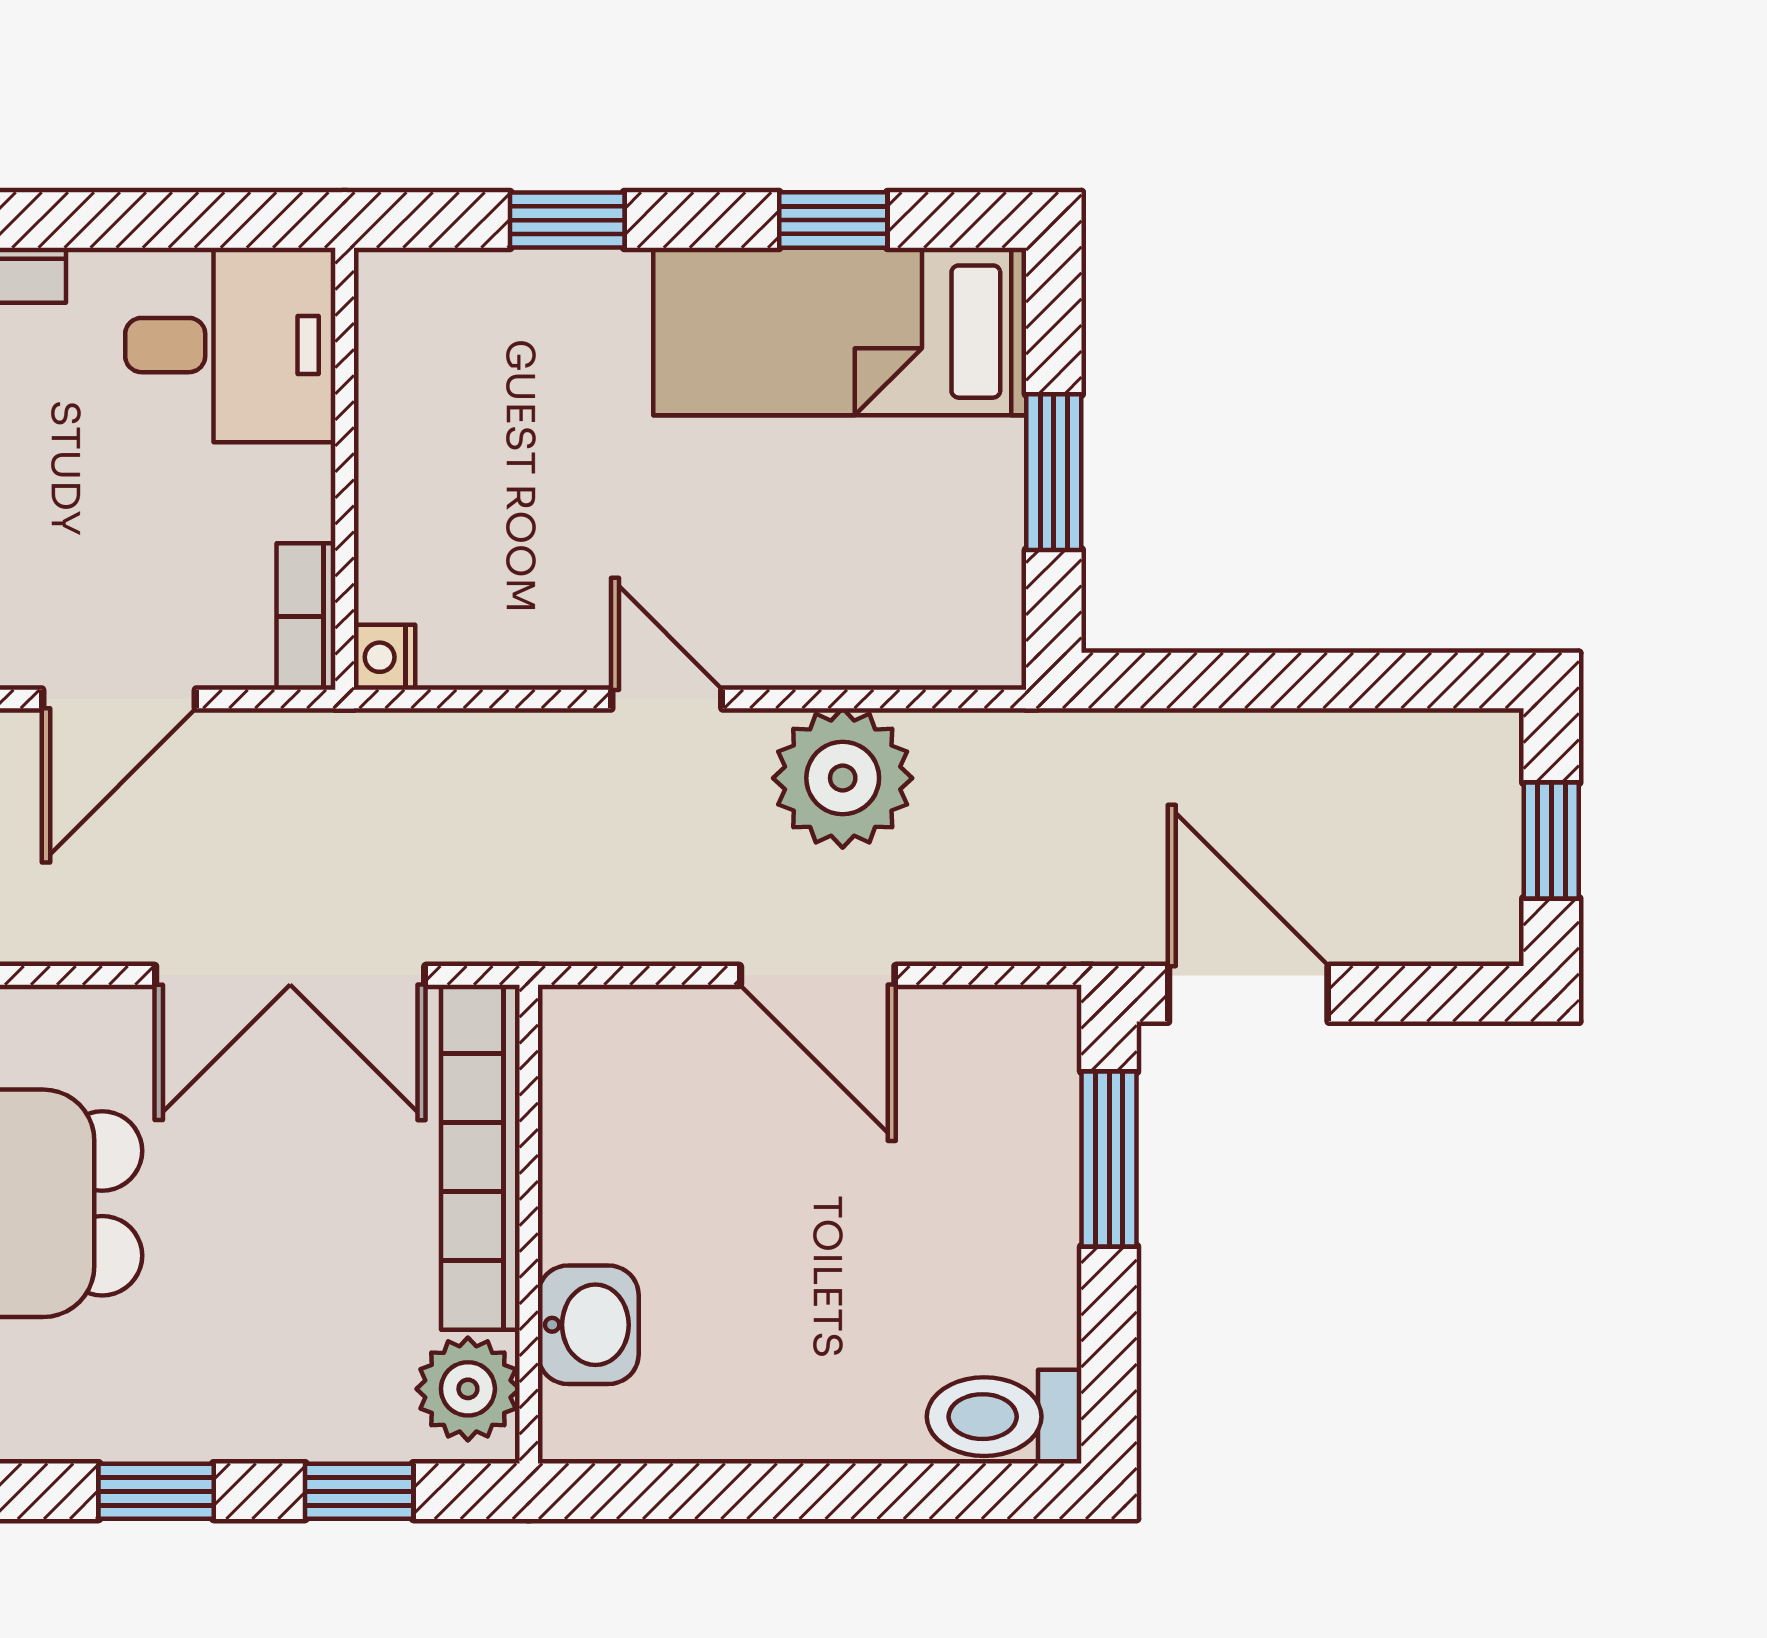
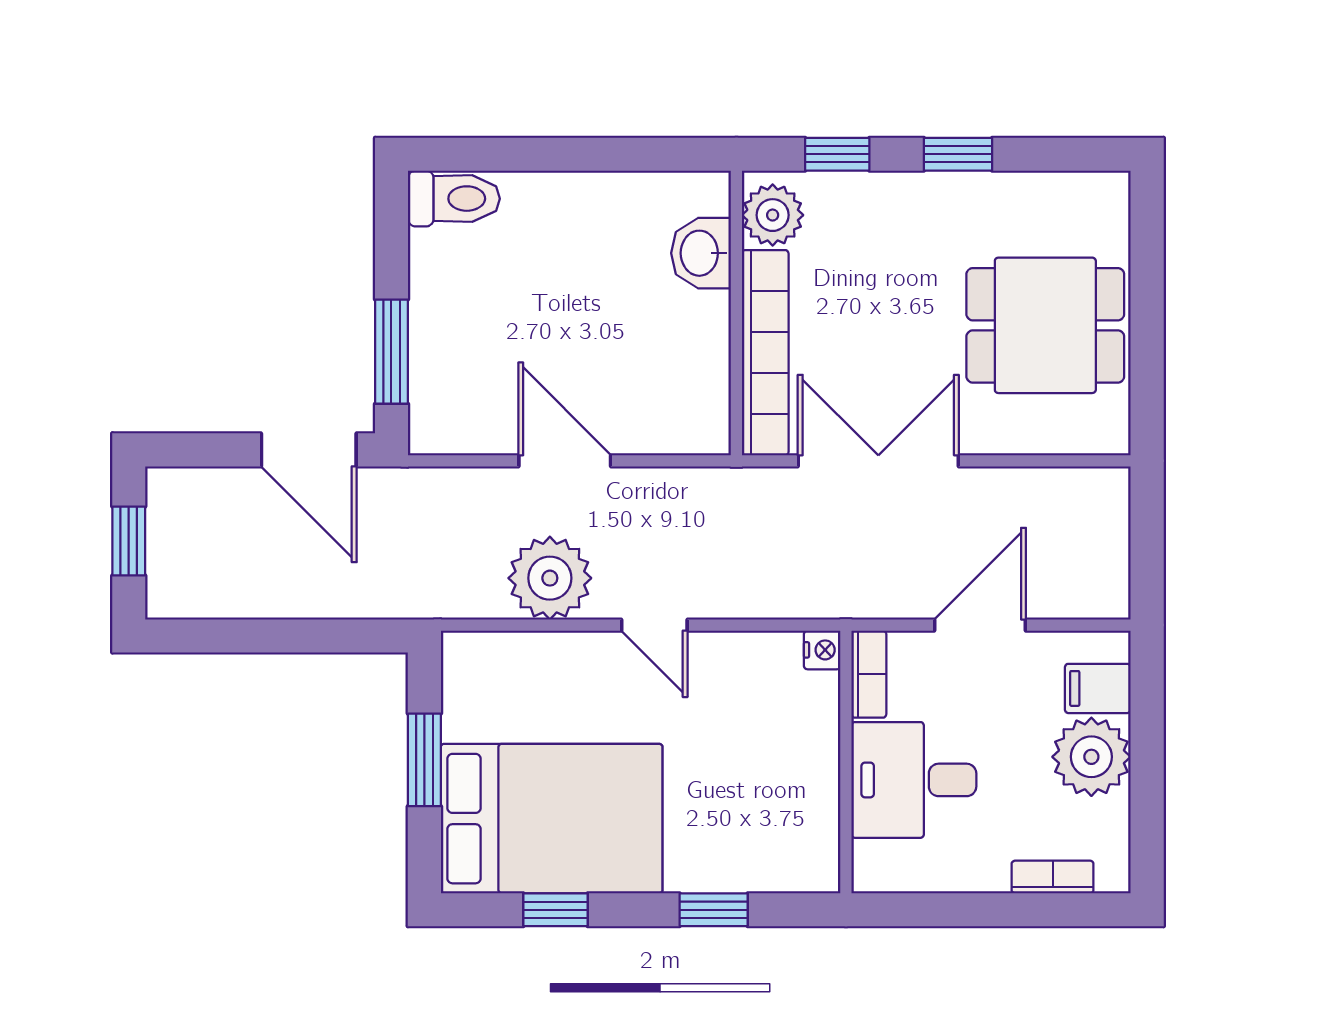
bed: (840, 332) -> (552, 819), width x1.50
desk: (230, 345) -> (914, 780), moved

